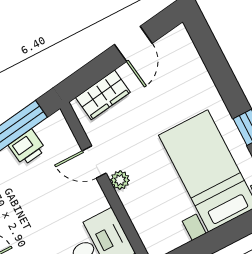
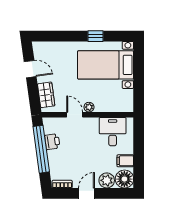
door: (94, 162) -> (75, 115), swing flipped

